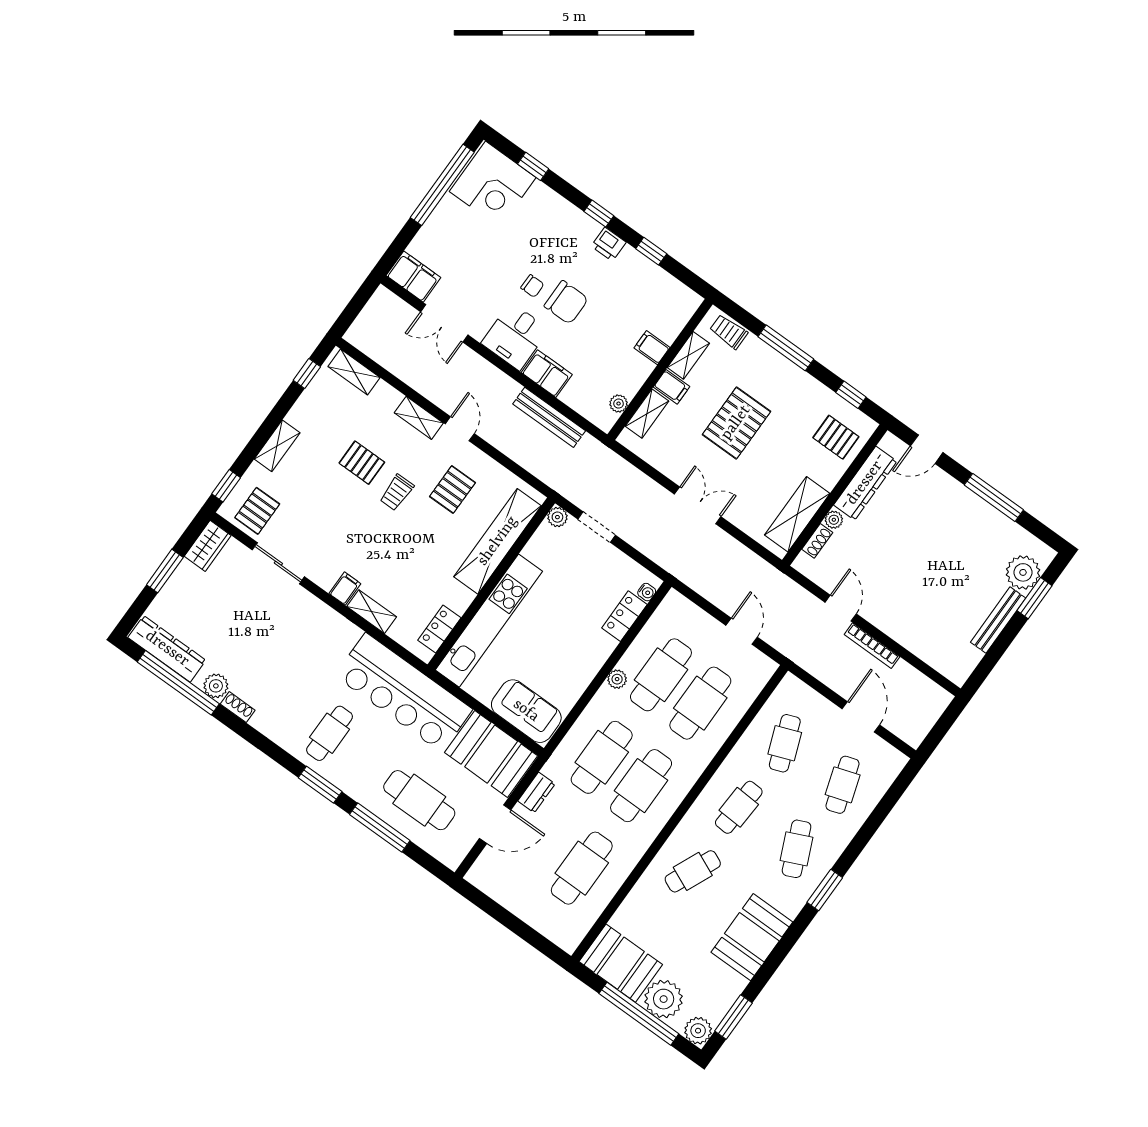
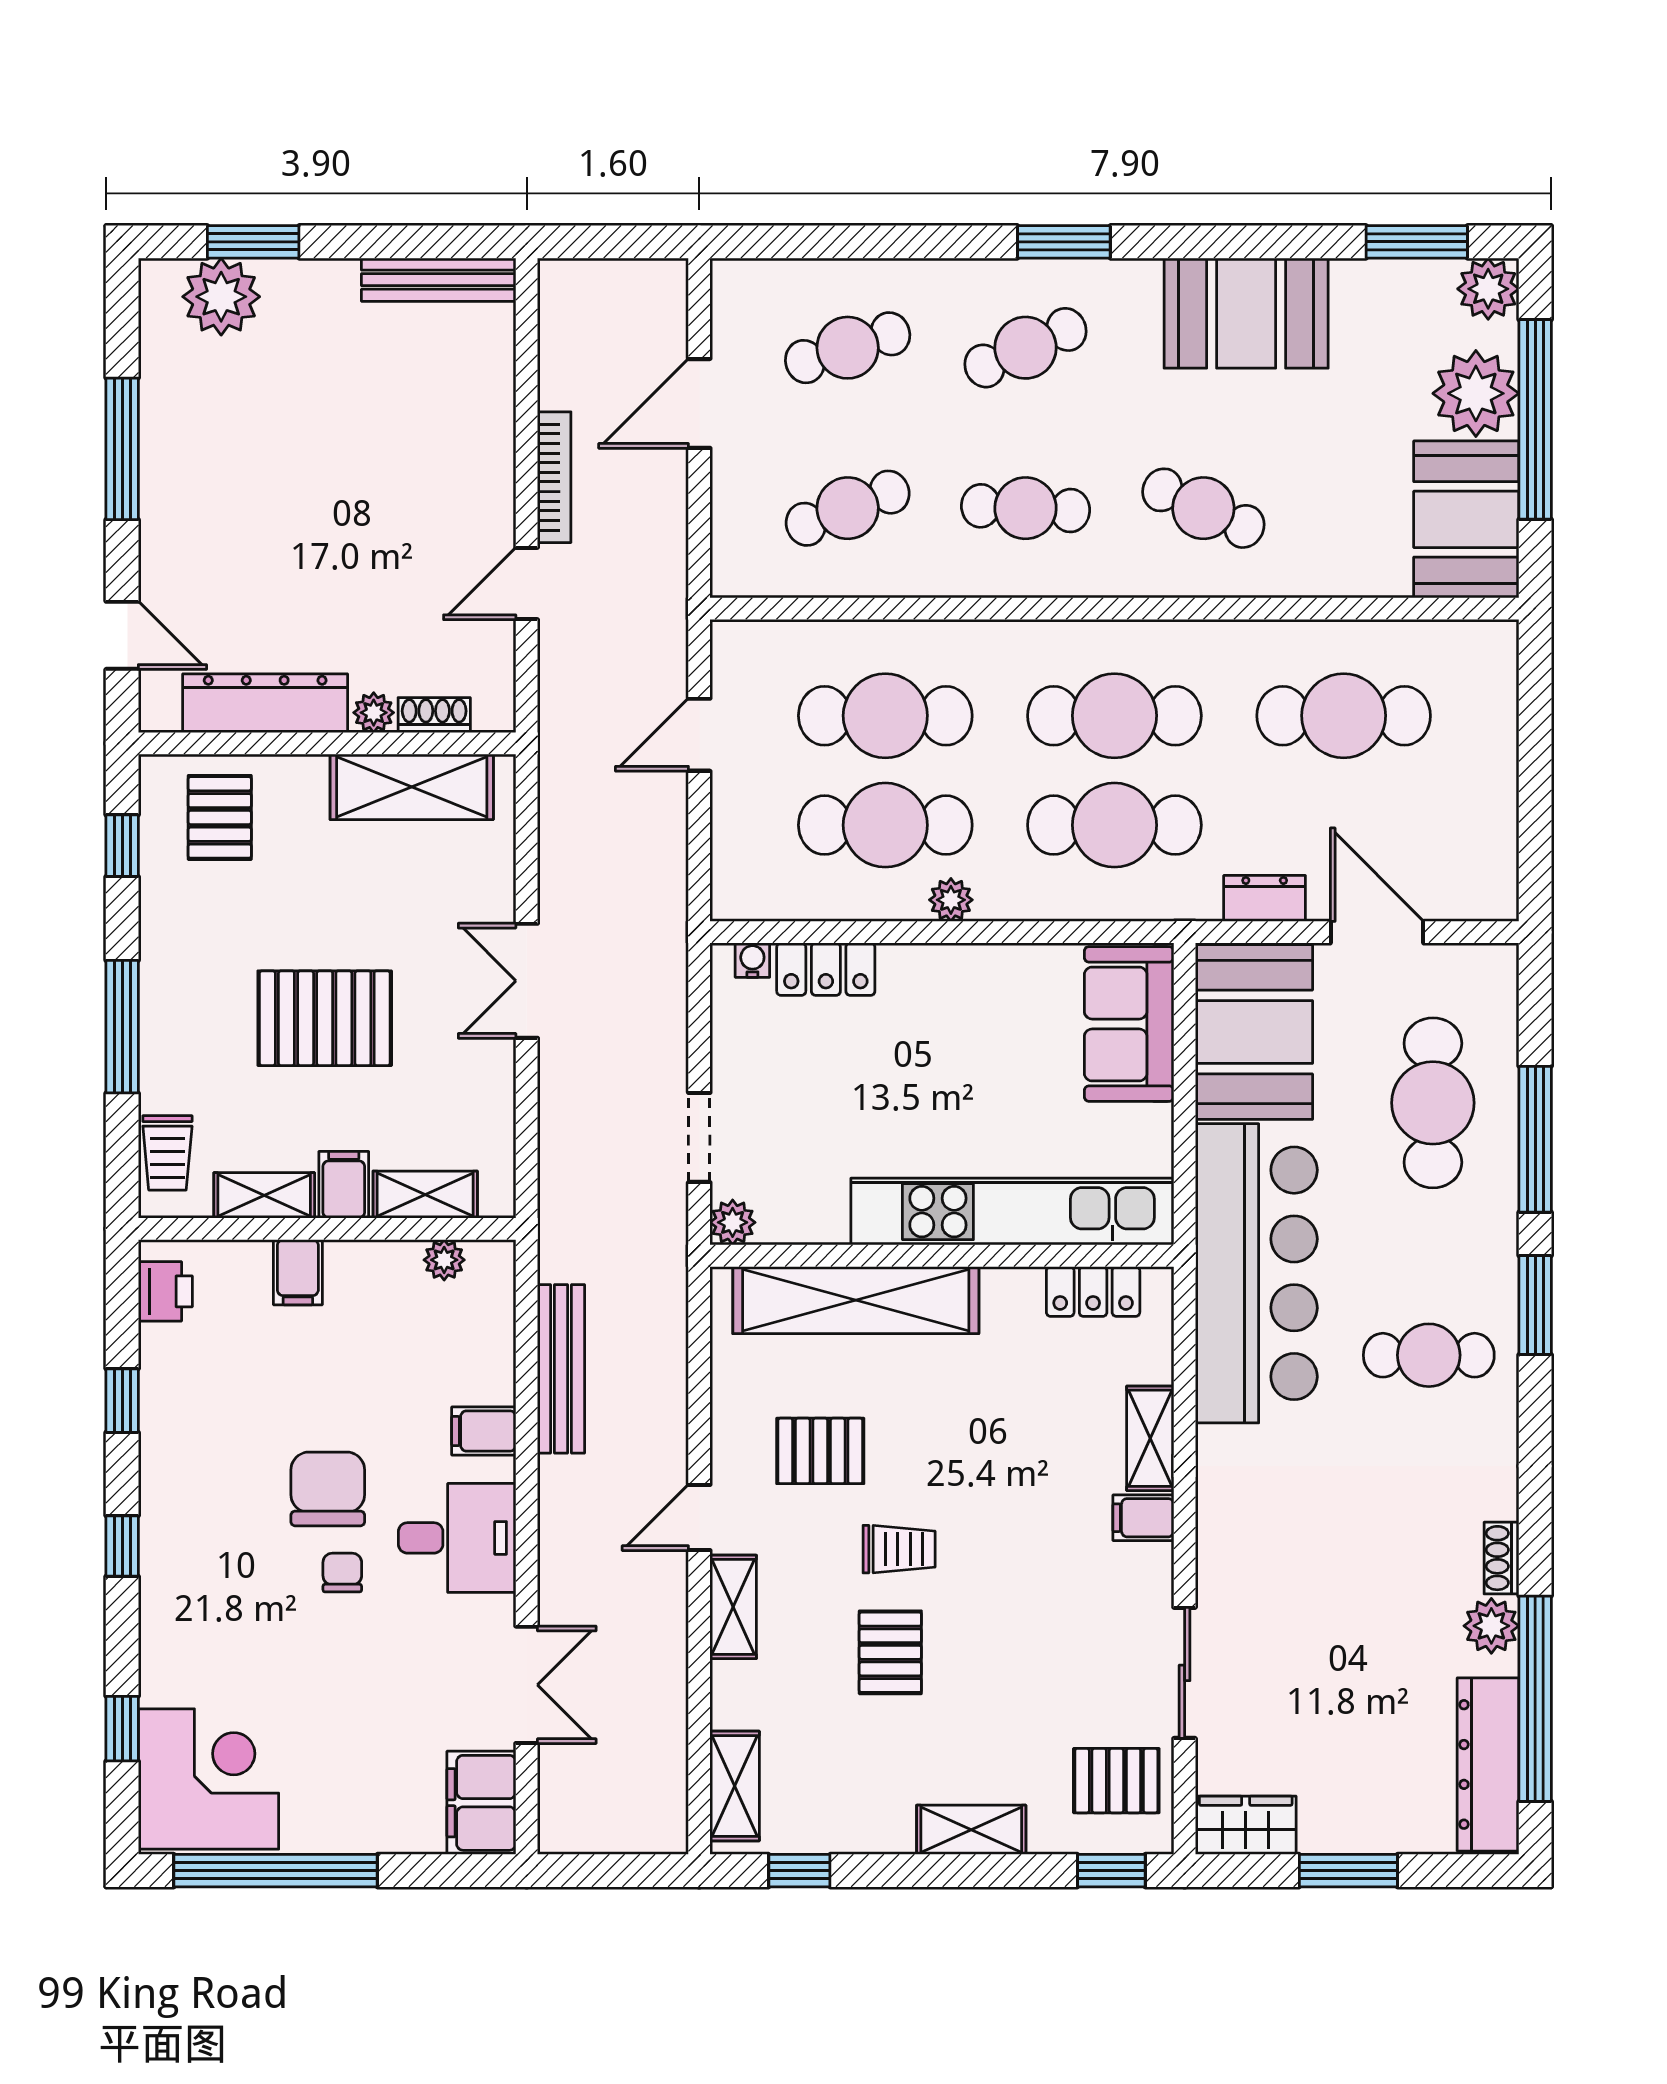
printer: (609, 244) -> (165, 1291), moved
filing cabinet: (547, 374) -> (484, 1431), width x0.50
bench: (998, 620) -> (439, 280), moved

